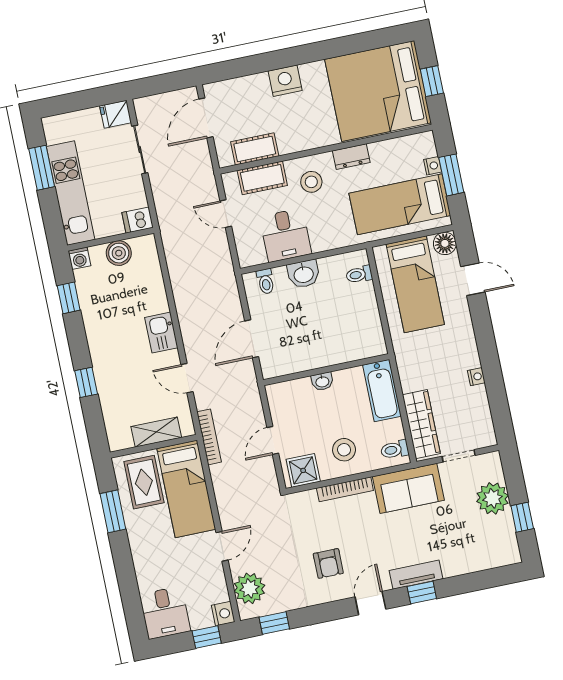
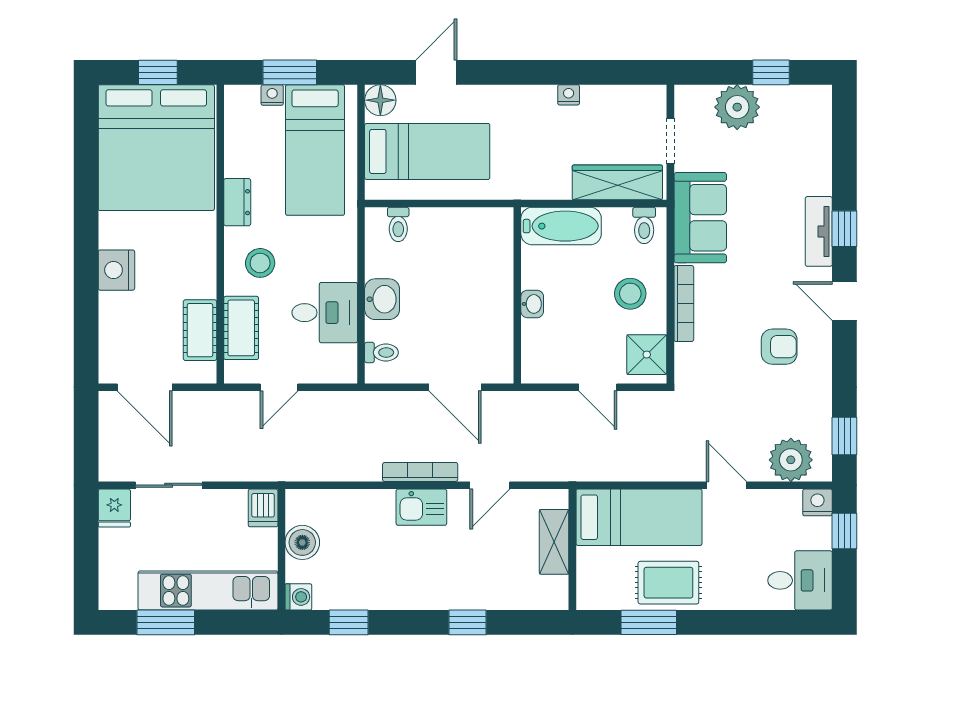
bookcase: (209, 437) -> (420, 472), moved
rug: (144, 482) -> (668, 583), moved

